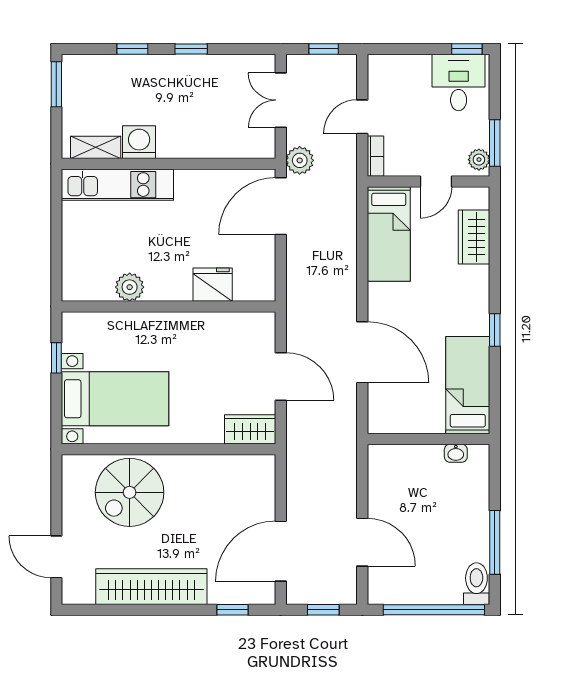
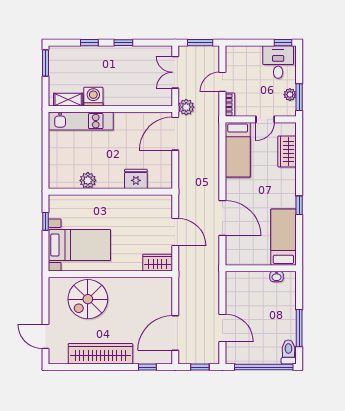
window: (324, 49) -> (200, 43), width x1.50
plant: (479, 160) -> (290, 95), moved

